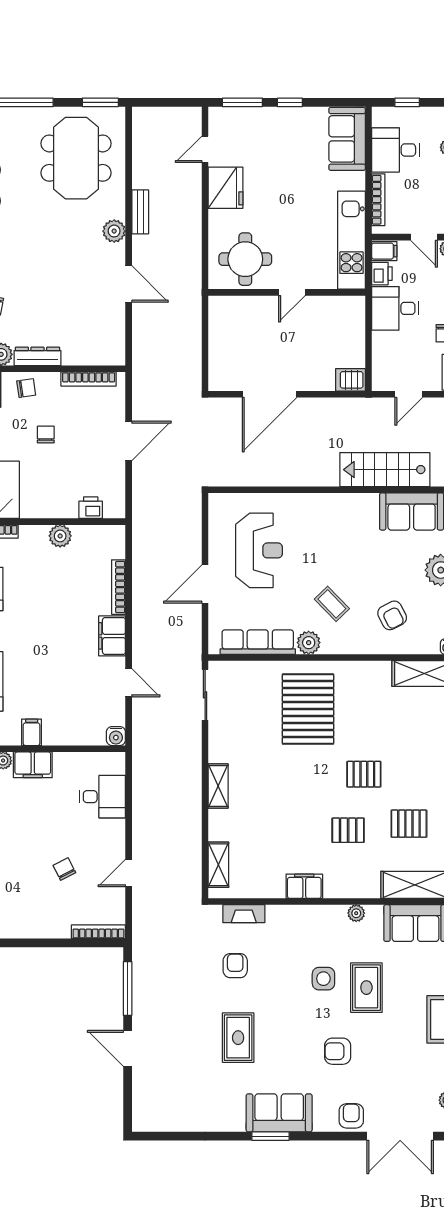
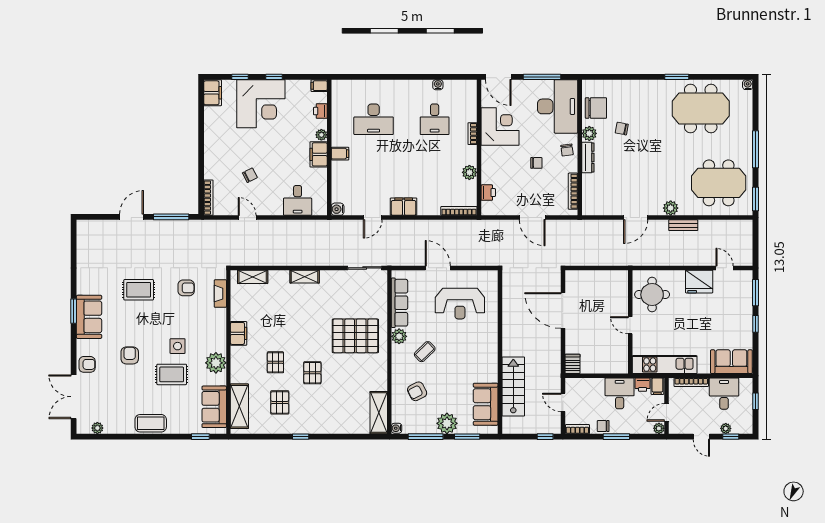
bookcase: (118, 587) -> (459, 211), moved
plant: (356, 913) -> (216, 363), width x1.88, depth x1.88

